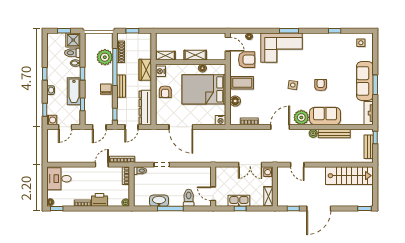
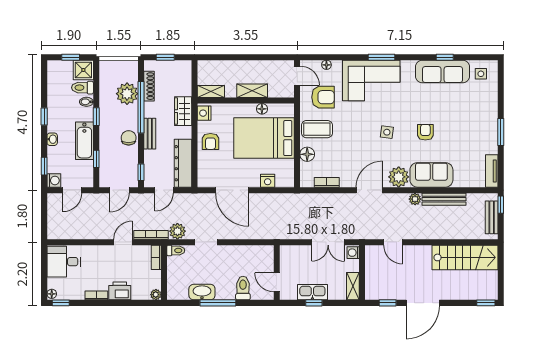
sofa: (365, 81) -> (443, 72), moved, turned -90
nightstand: (221, 120) -> (268, 181), moved
plant: (141, 157) -> (177, 231), added

